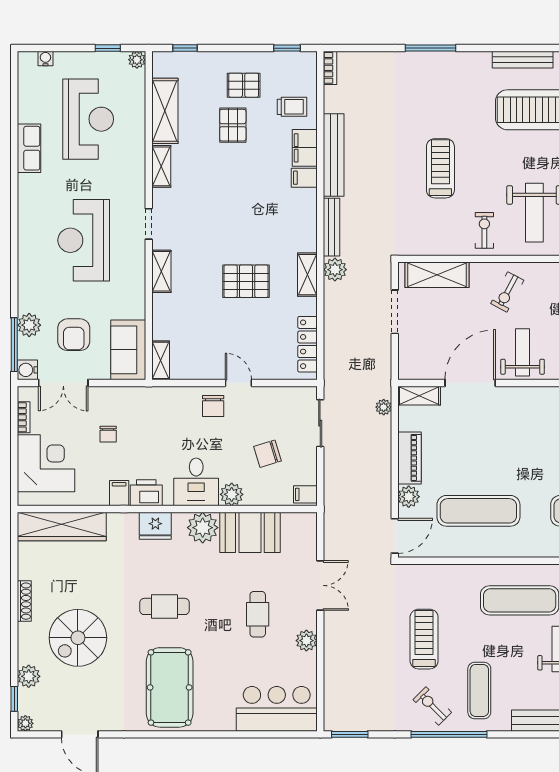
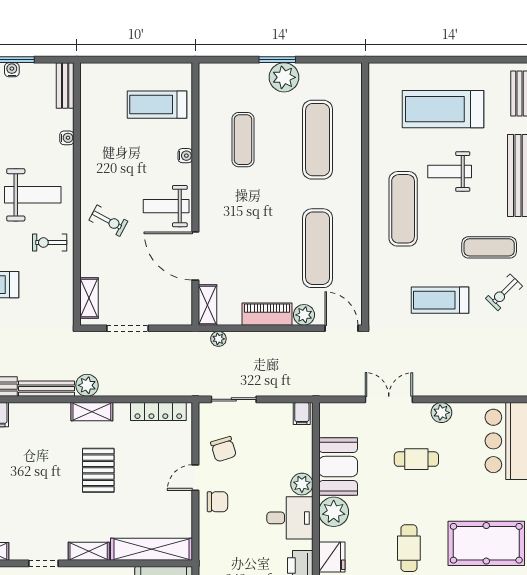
shelving: (437, 275) -> (89, 298), width x0.67, depth x0.75
shelving: (161, 360) -> (152, 549), width x2.20, depth x1.33
chair: (267, 454) -> (223, 449), moved

